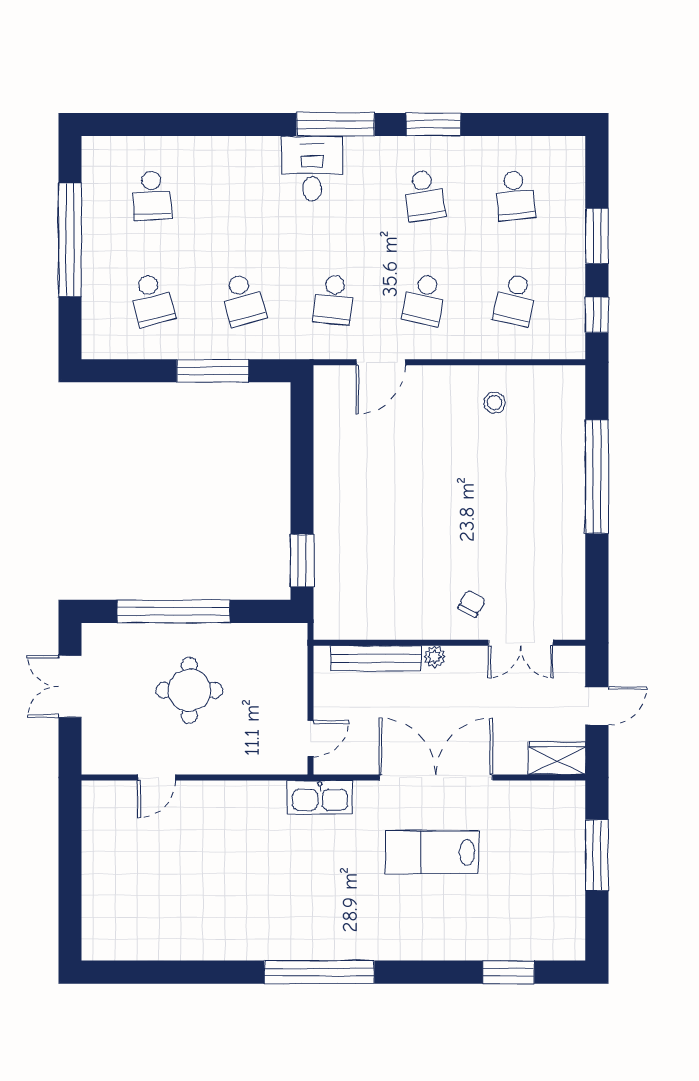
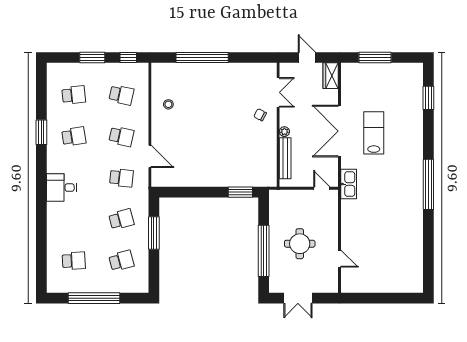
window: (336, 124) -> (41, 177), removed
lab bench: (432, 852) -> (374, 133), turned 180

